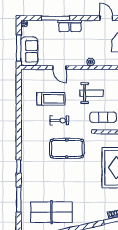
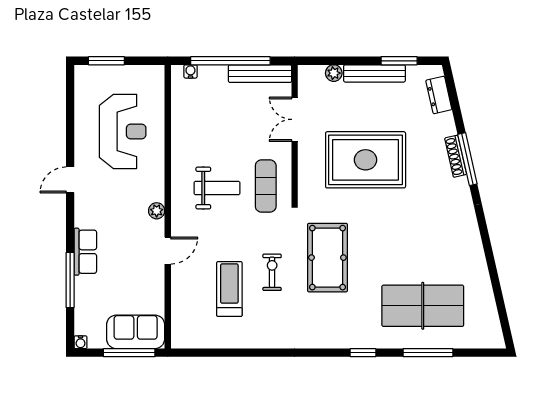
door: (59, 68) -> (168, 251), moved
weight bench: (92, 93) -> (217, 188), moved, turned 90
table tennis table: (52, 212) -> (423, 306), moved, turned 90

